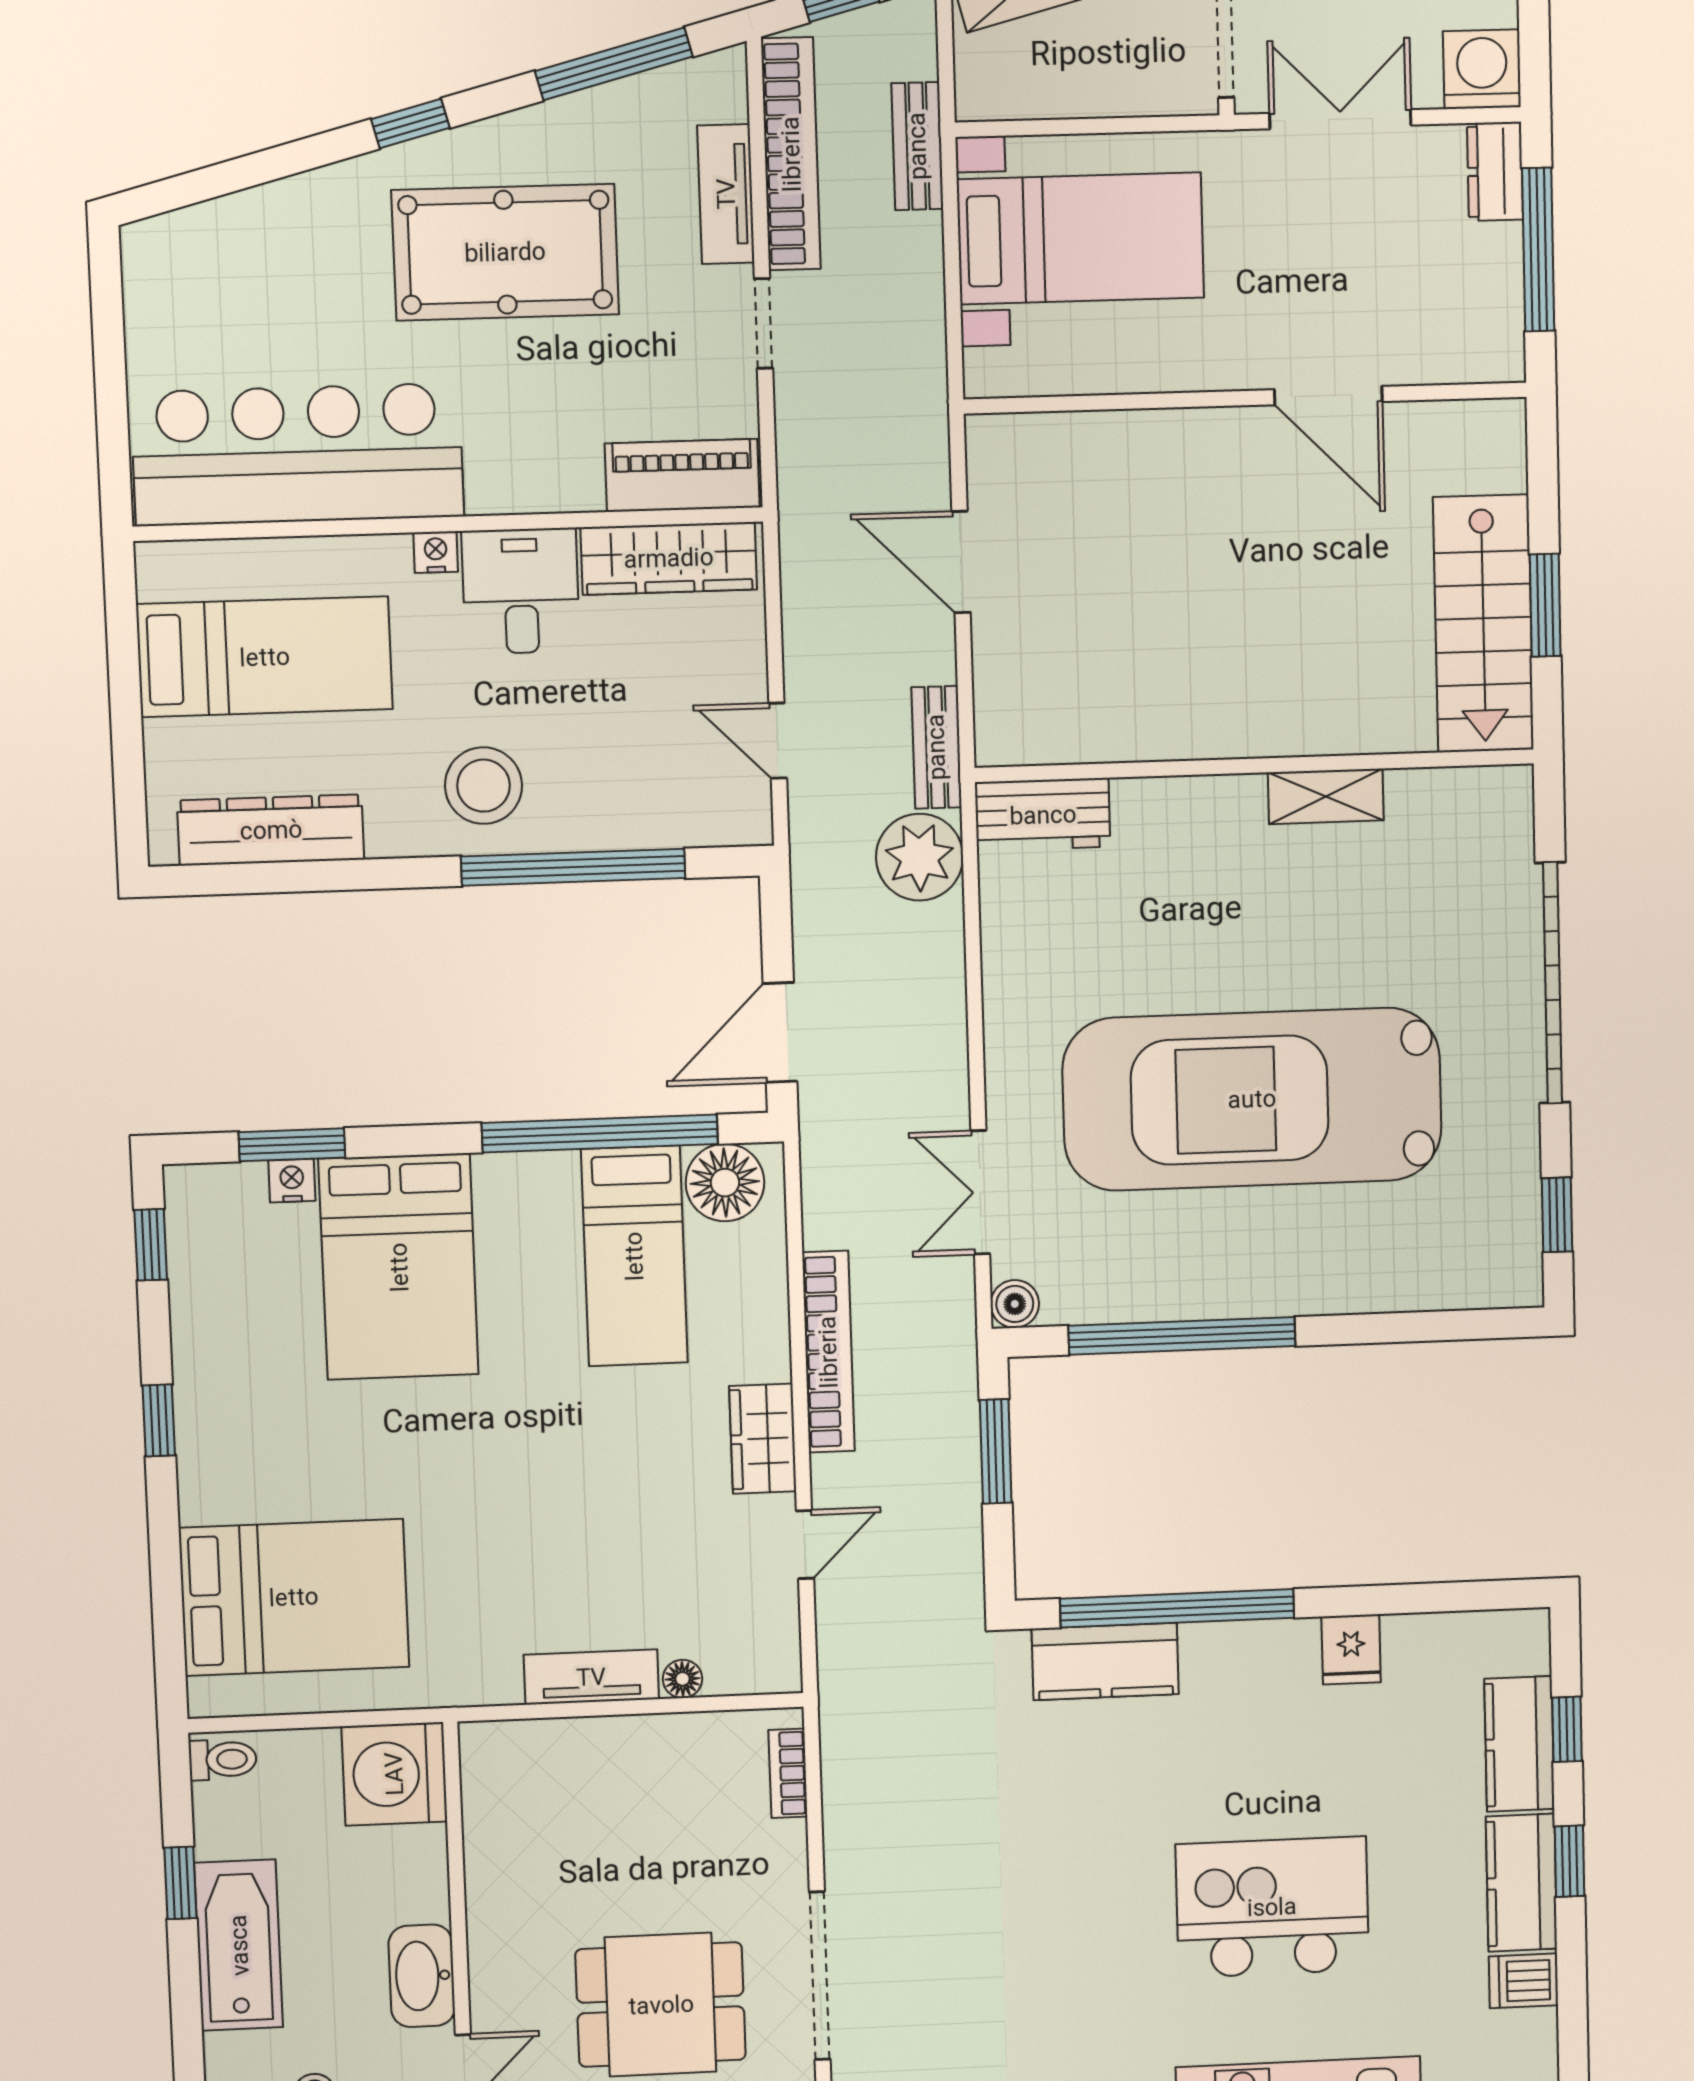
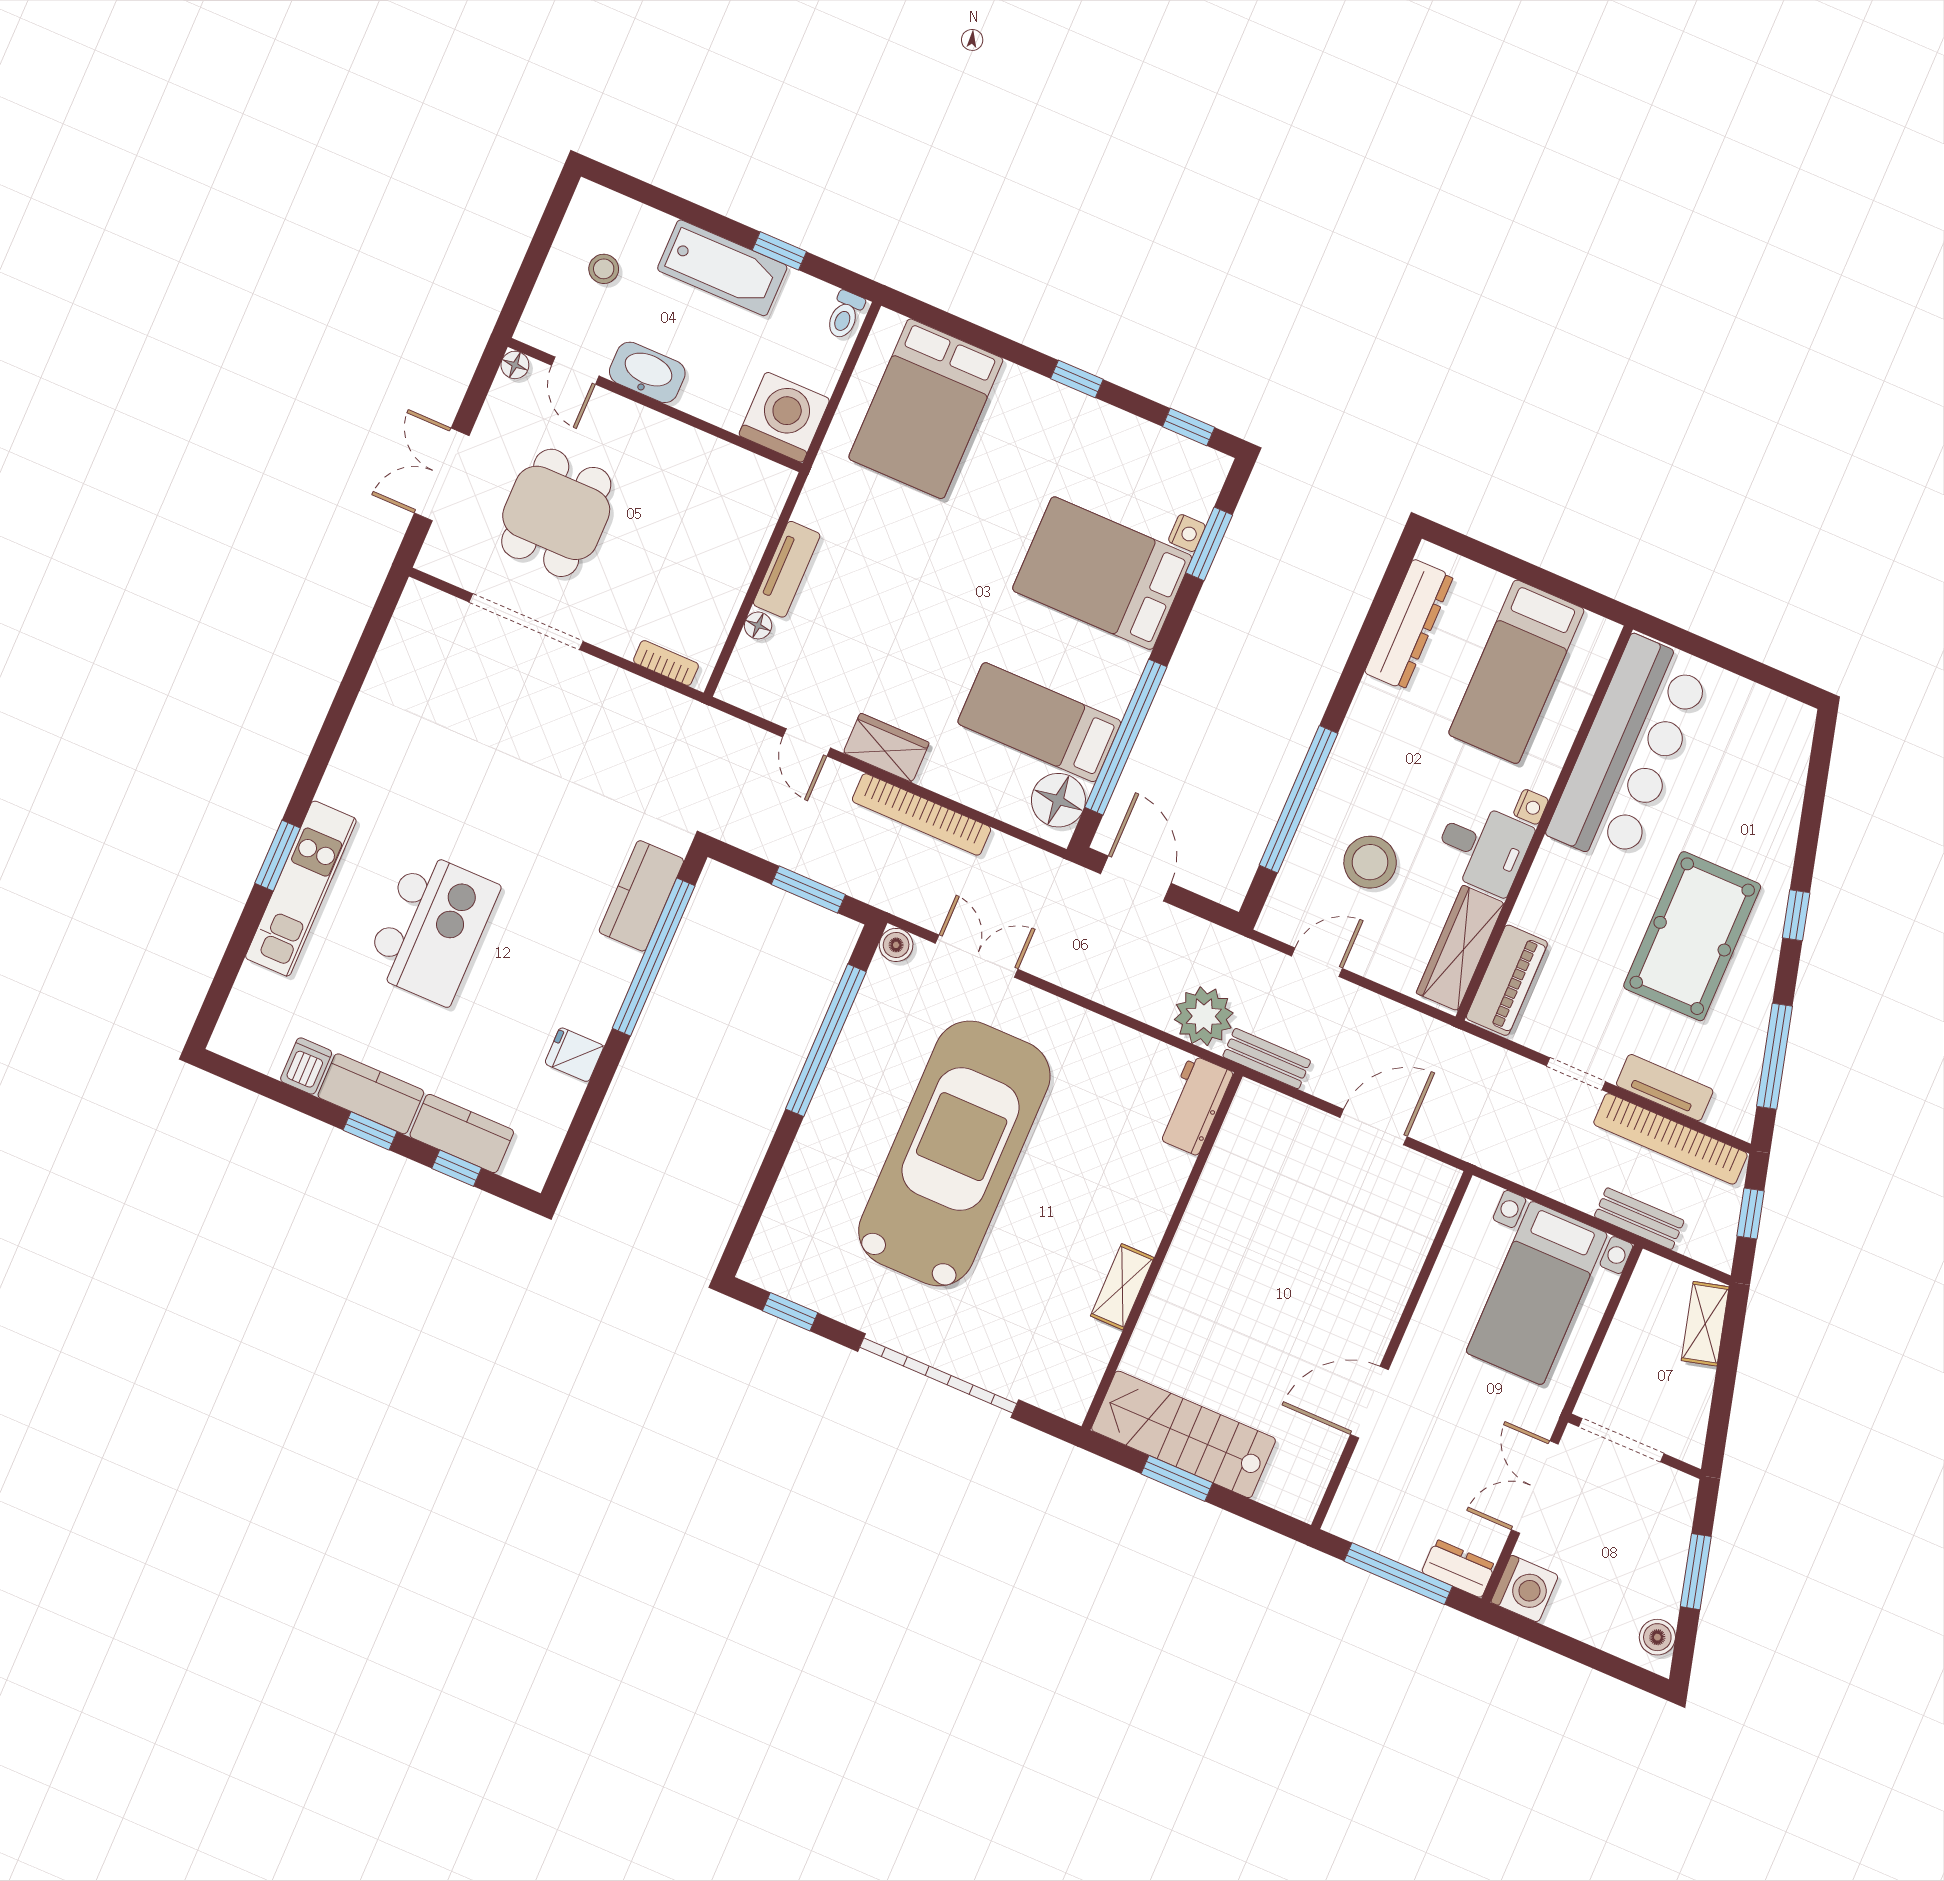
double door: (1340, 119) -> (1535, 1487), swing flipped
stool: (483, 786) -> (1370, 862), moved

